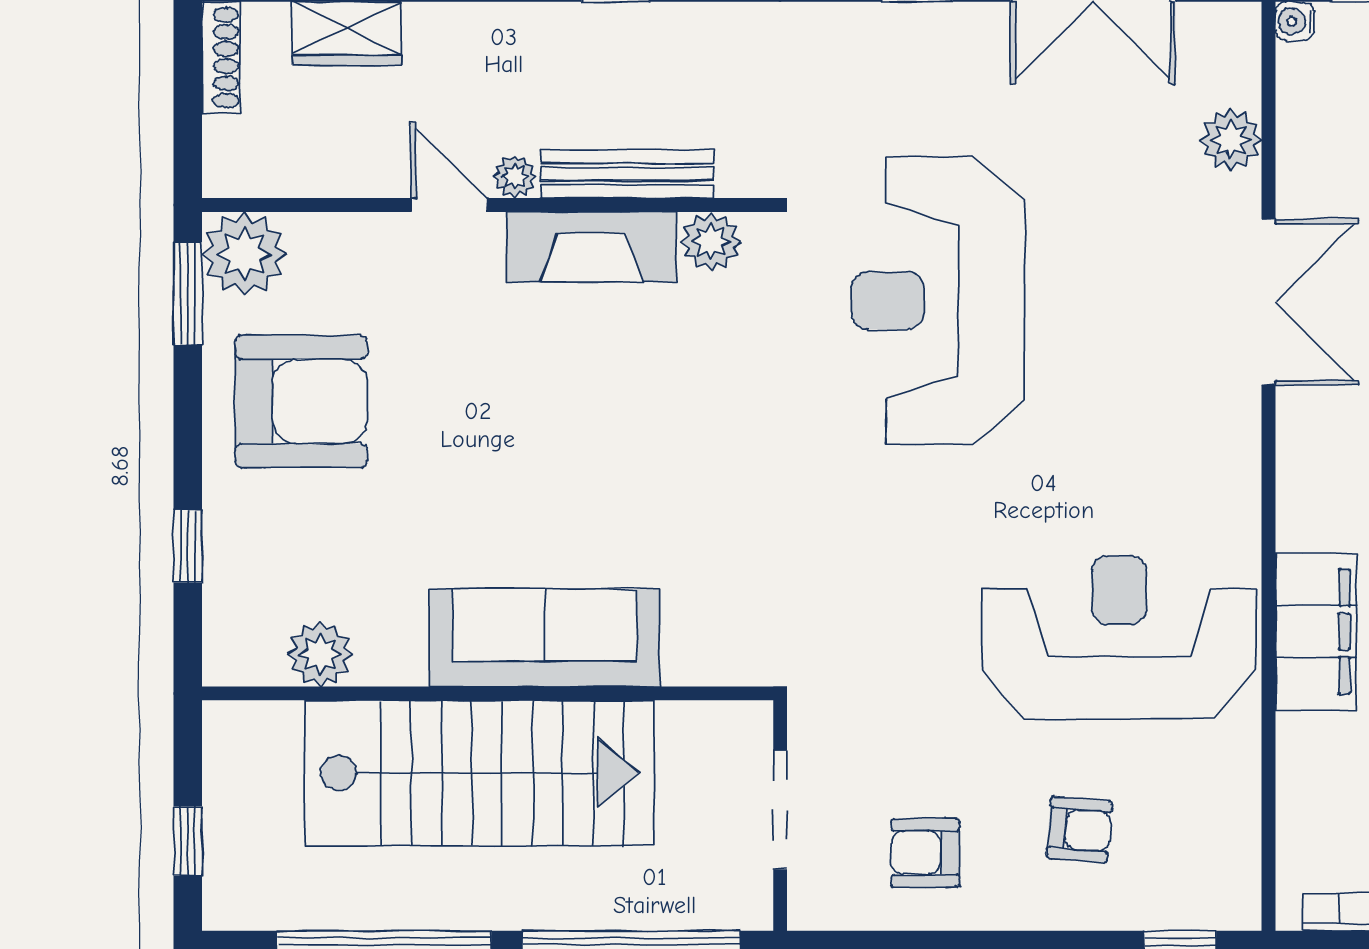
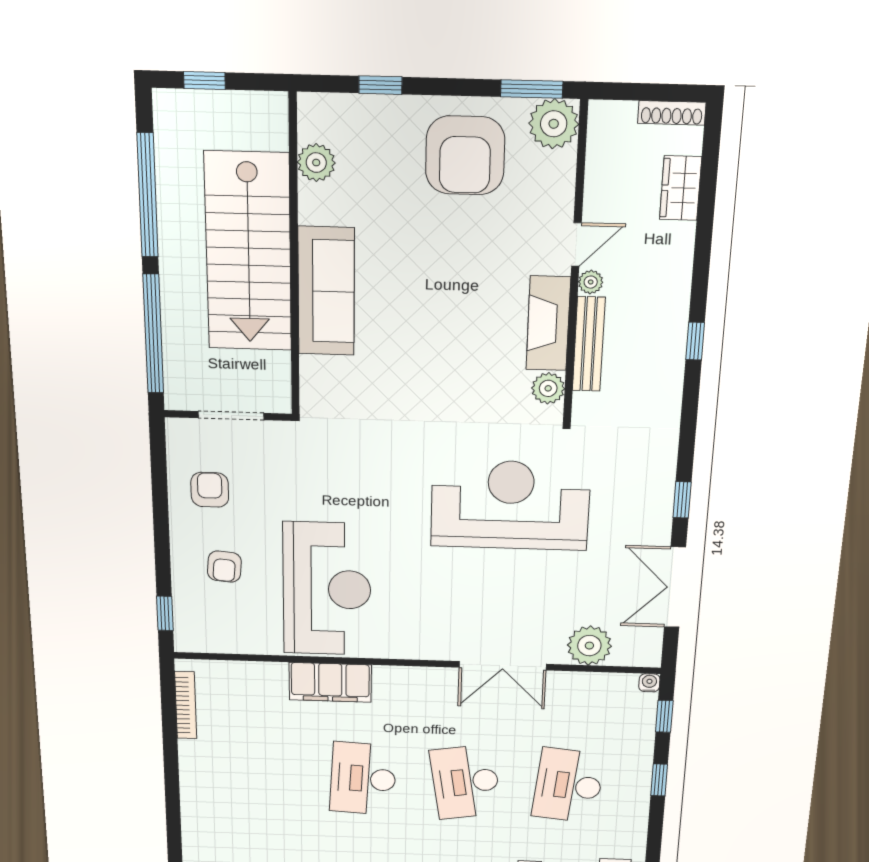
plant: (1231, 140) -> (589, 646), width x1.36, depth x1.36

